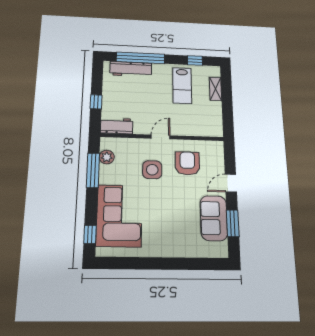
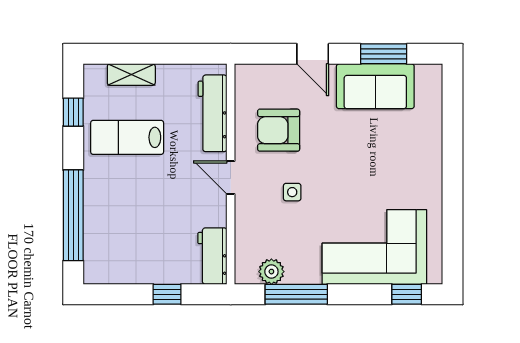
workbench: (131, 69) -> (213, 113), moved, turned 180
lab bench: (182, 86) -> (127, 137), turned 180
side table: (152, 170) -> (292, 192), width x0.54, depth x0.54

